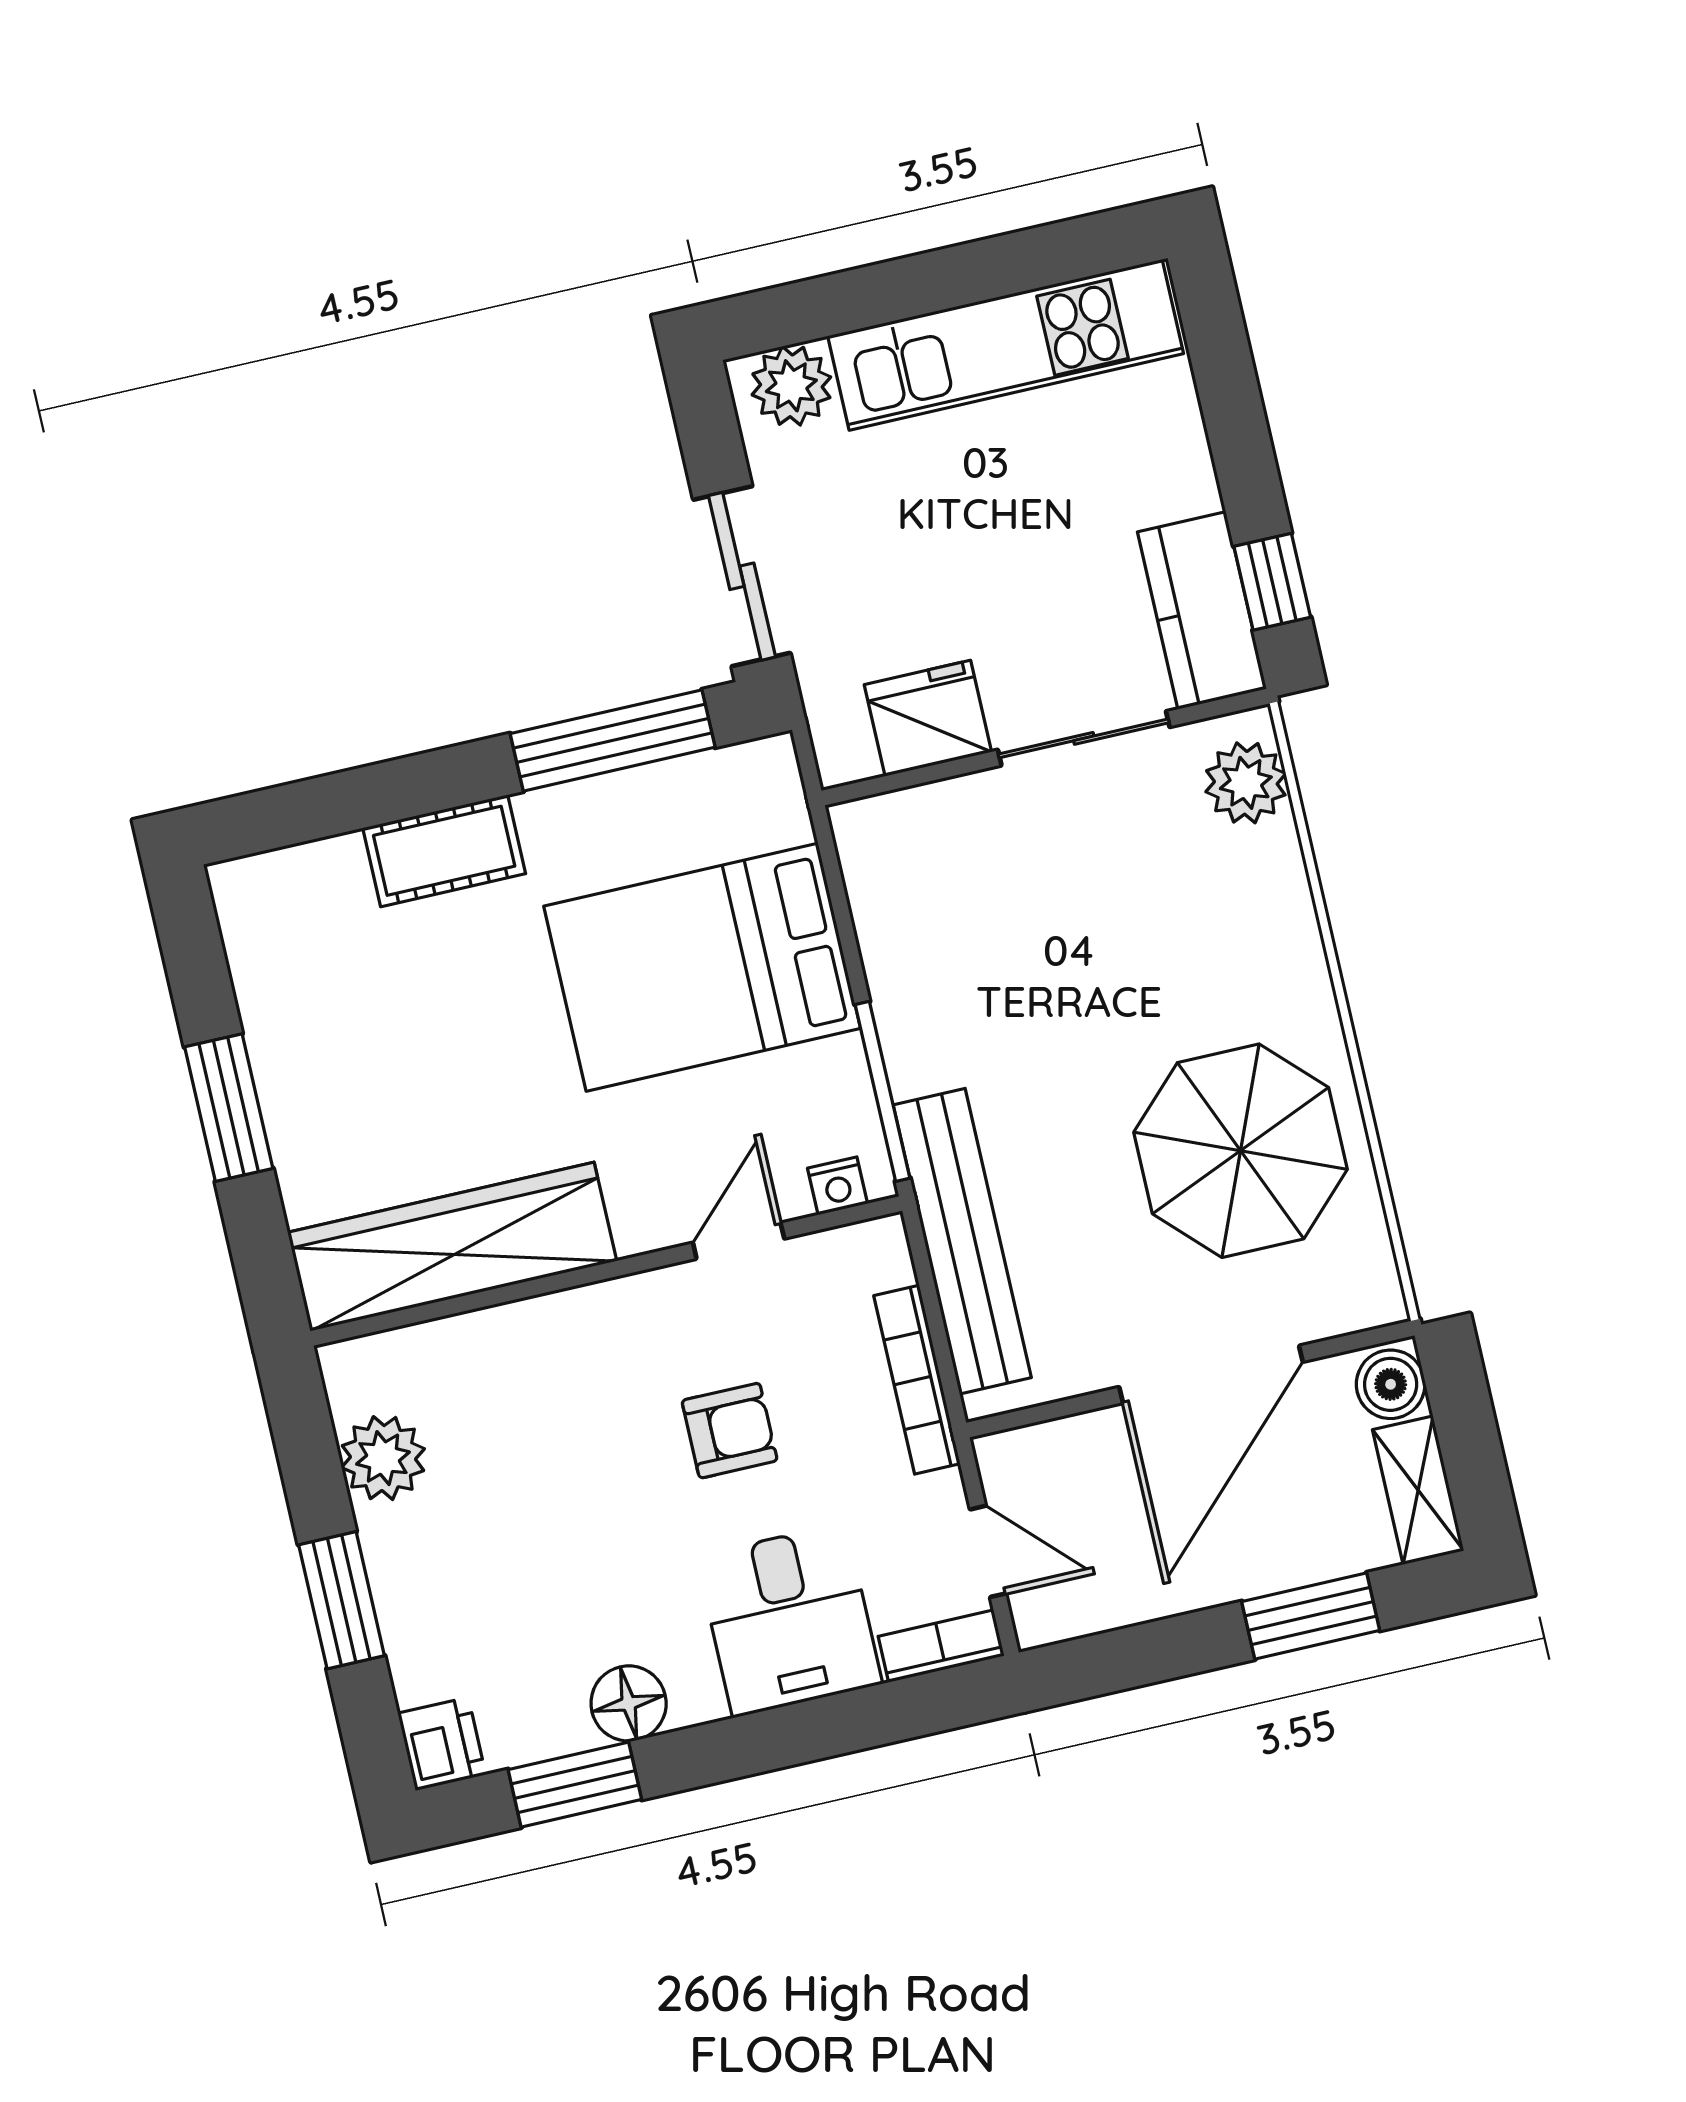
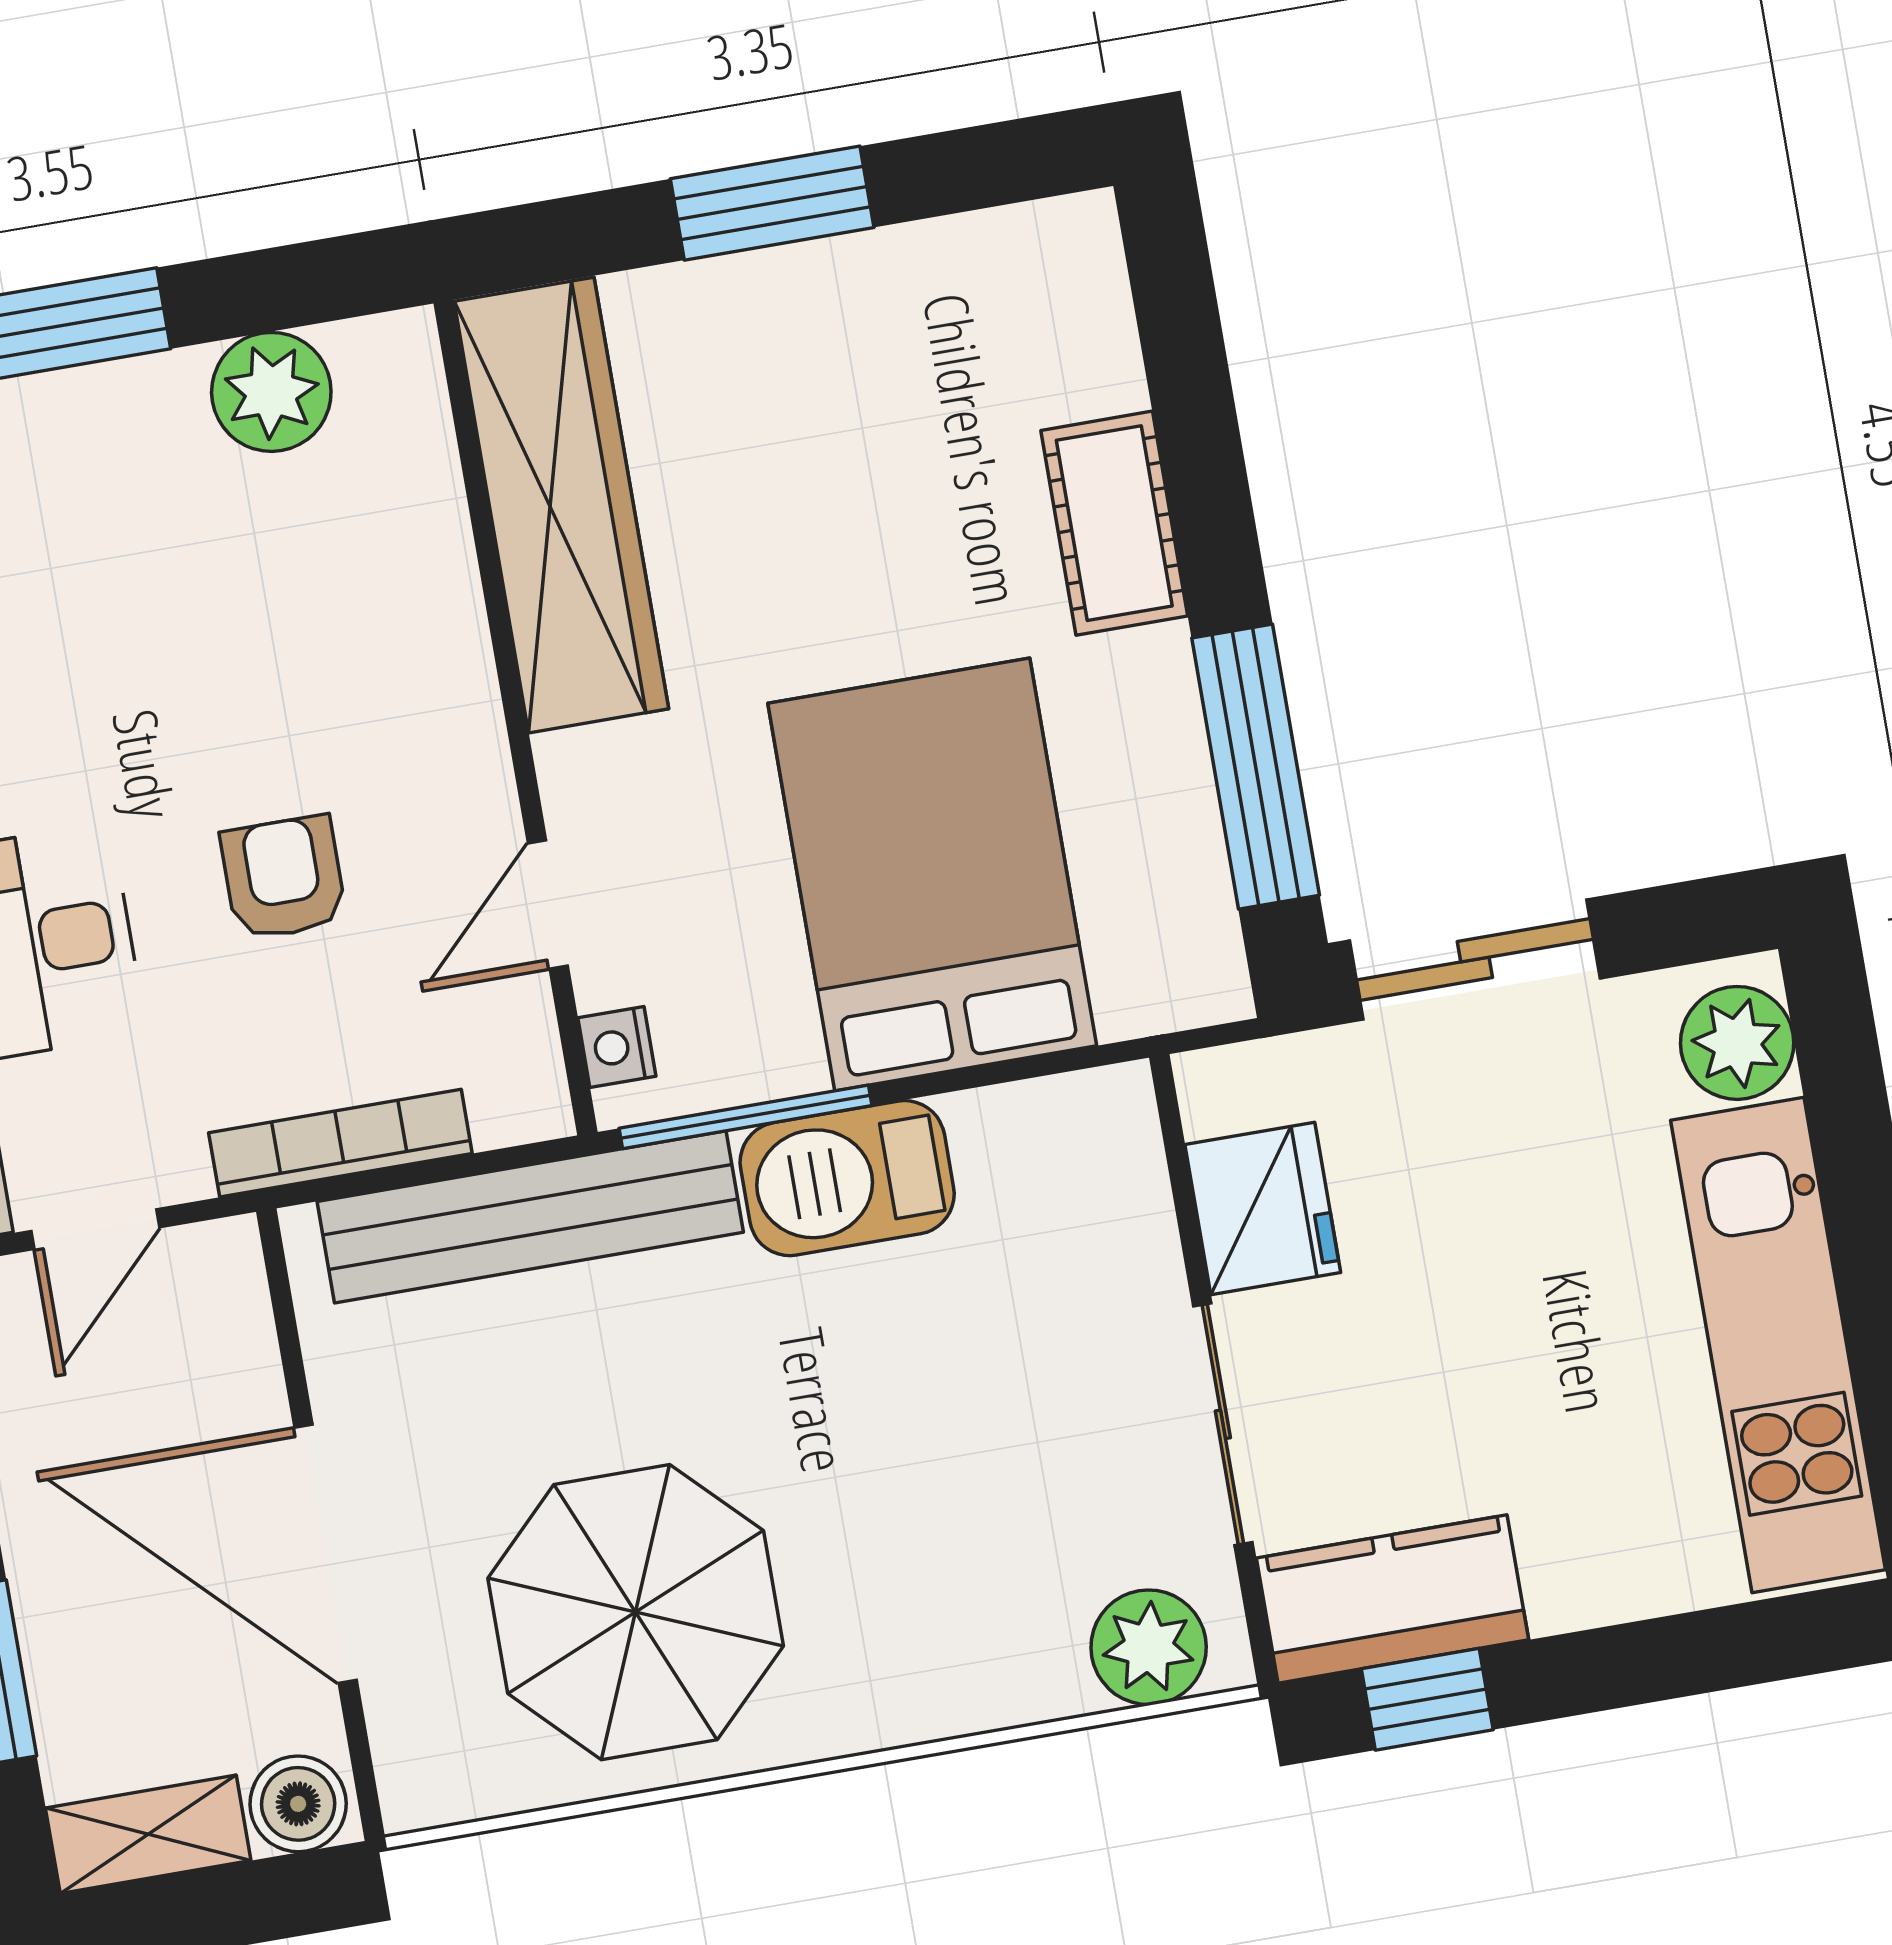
barbecue: (922, 1016) -> (847, 1178), added
door: (739, 1241) -> (548, 905), swing flipped
armchair: (730, 1431) -> (284, 878), turned 180

